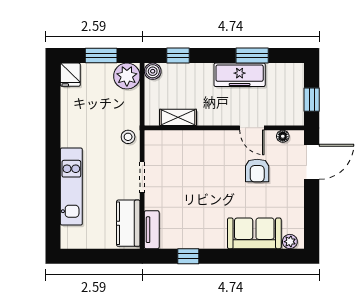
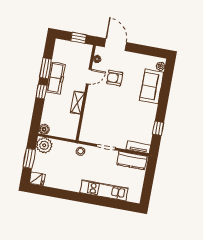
window: (178, 56) -> (41, 92), moved
shelving: (178, 117) -> (77, 103), moved
armchair: (257, 171) -> (115, 78), turned 180

